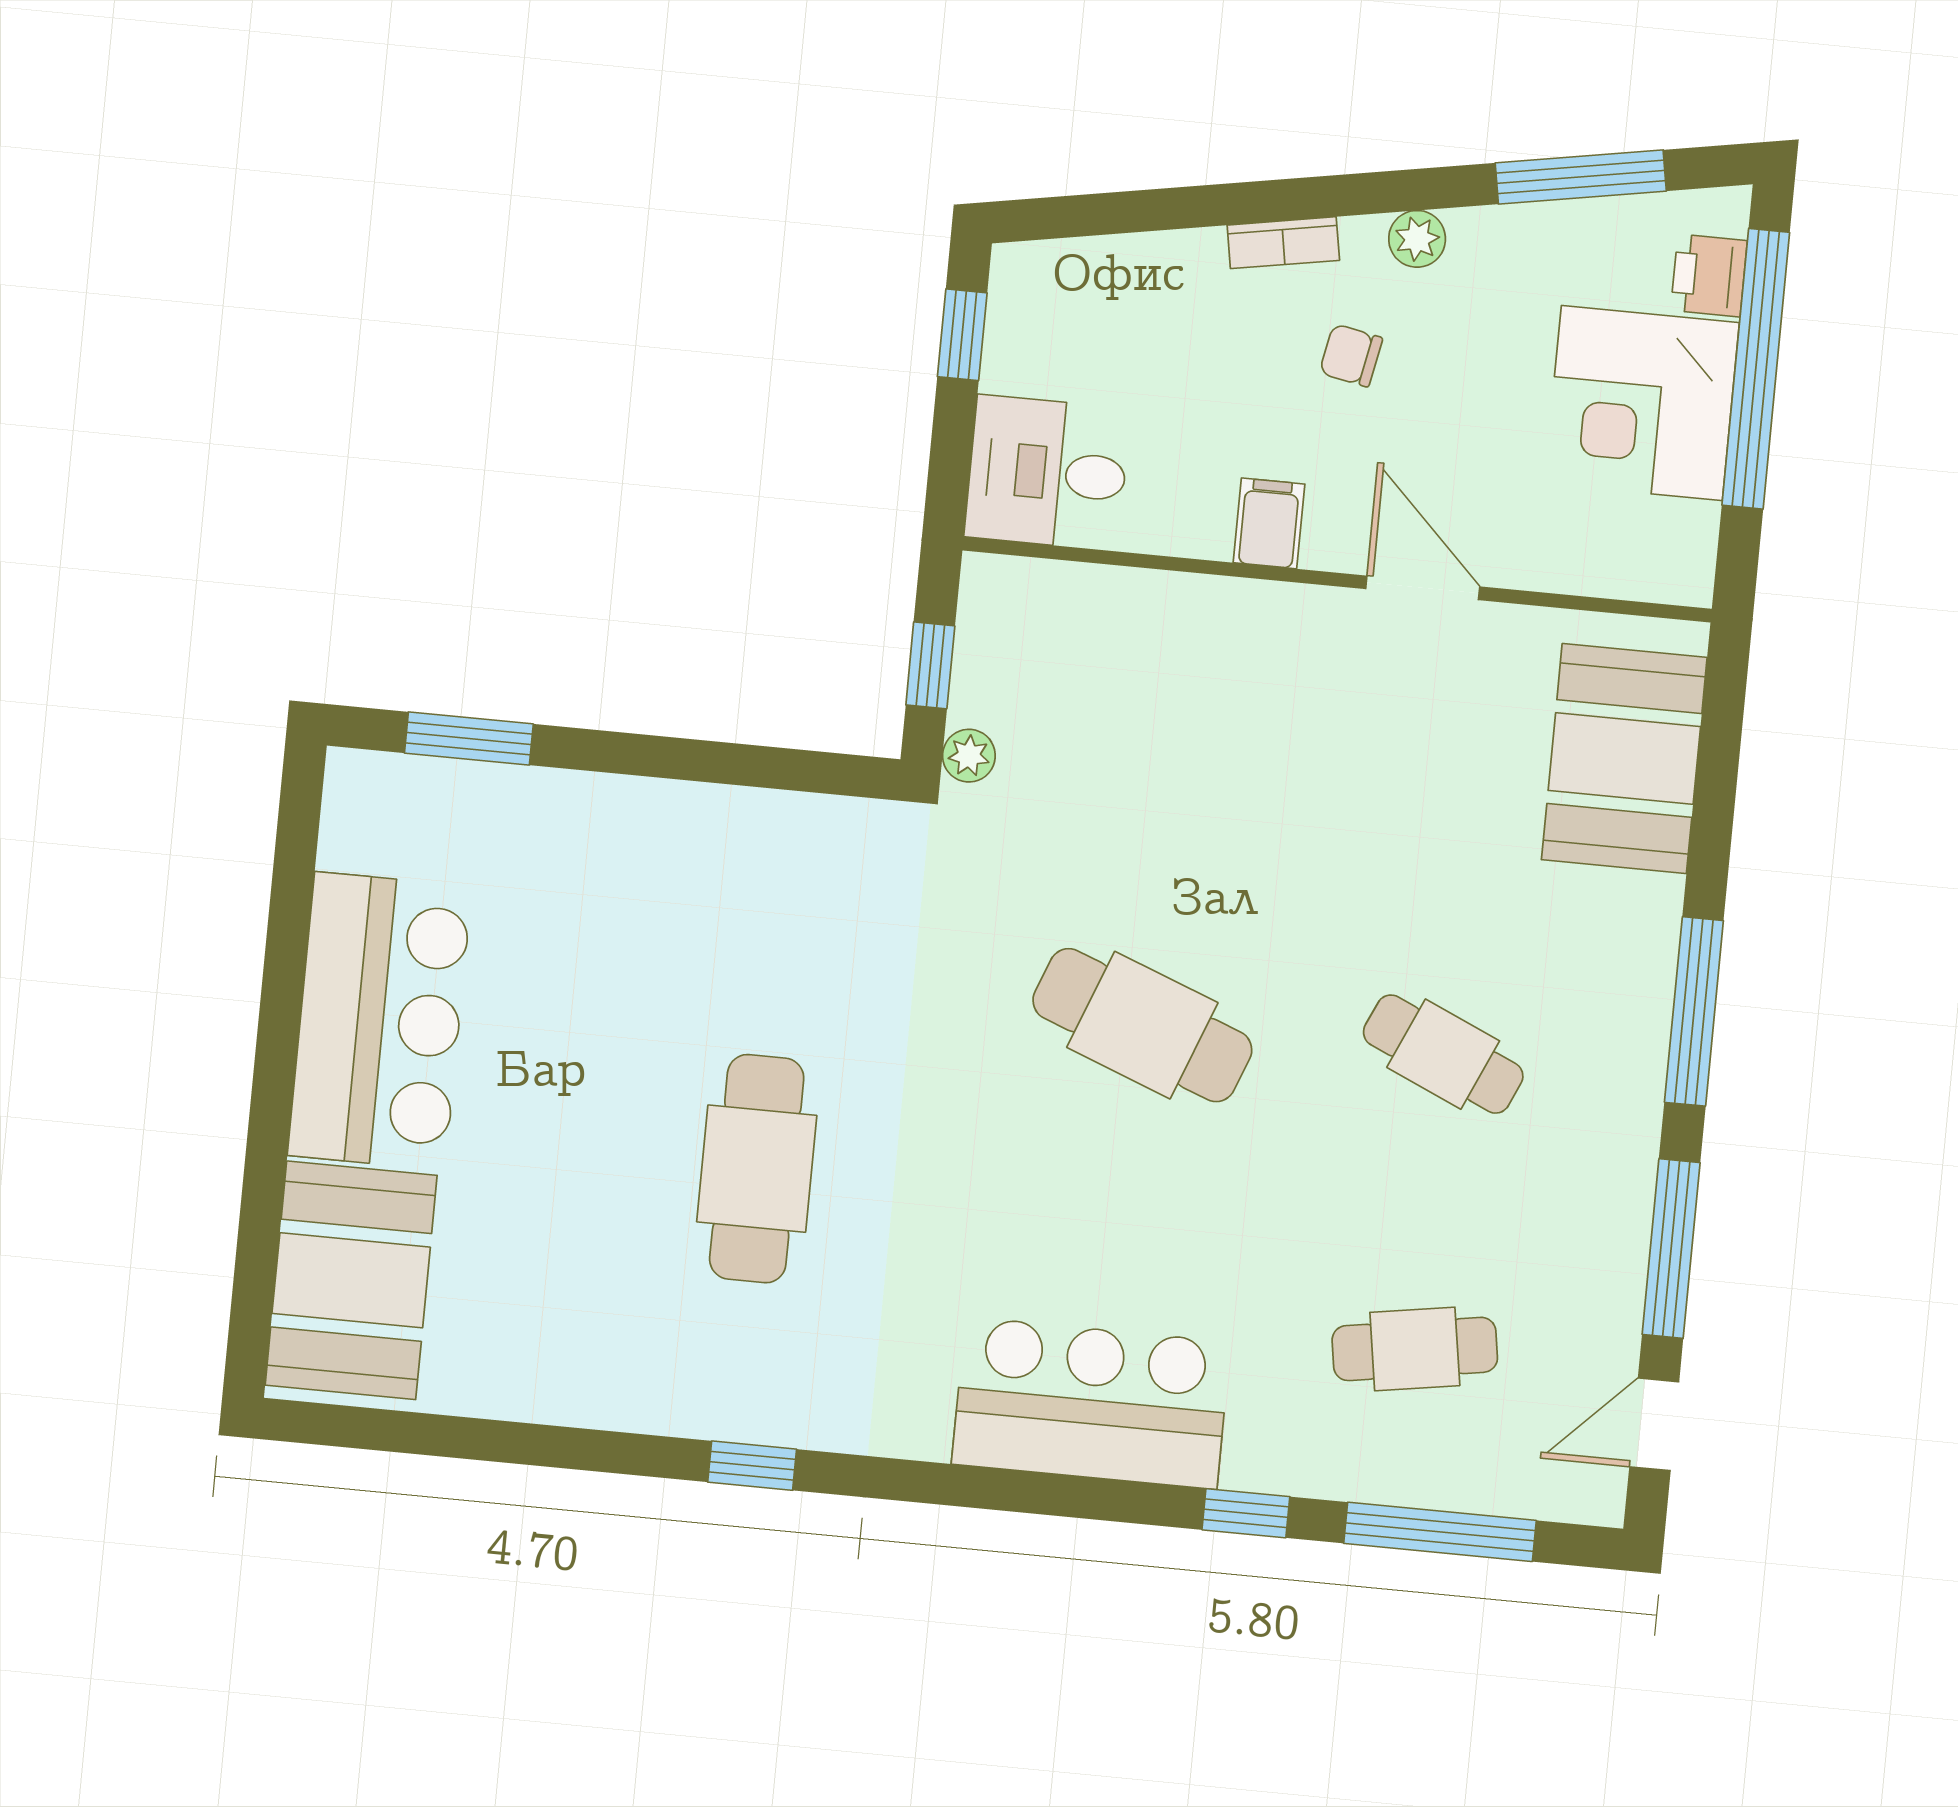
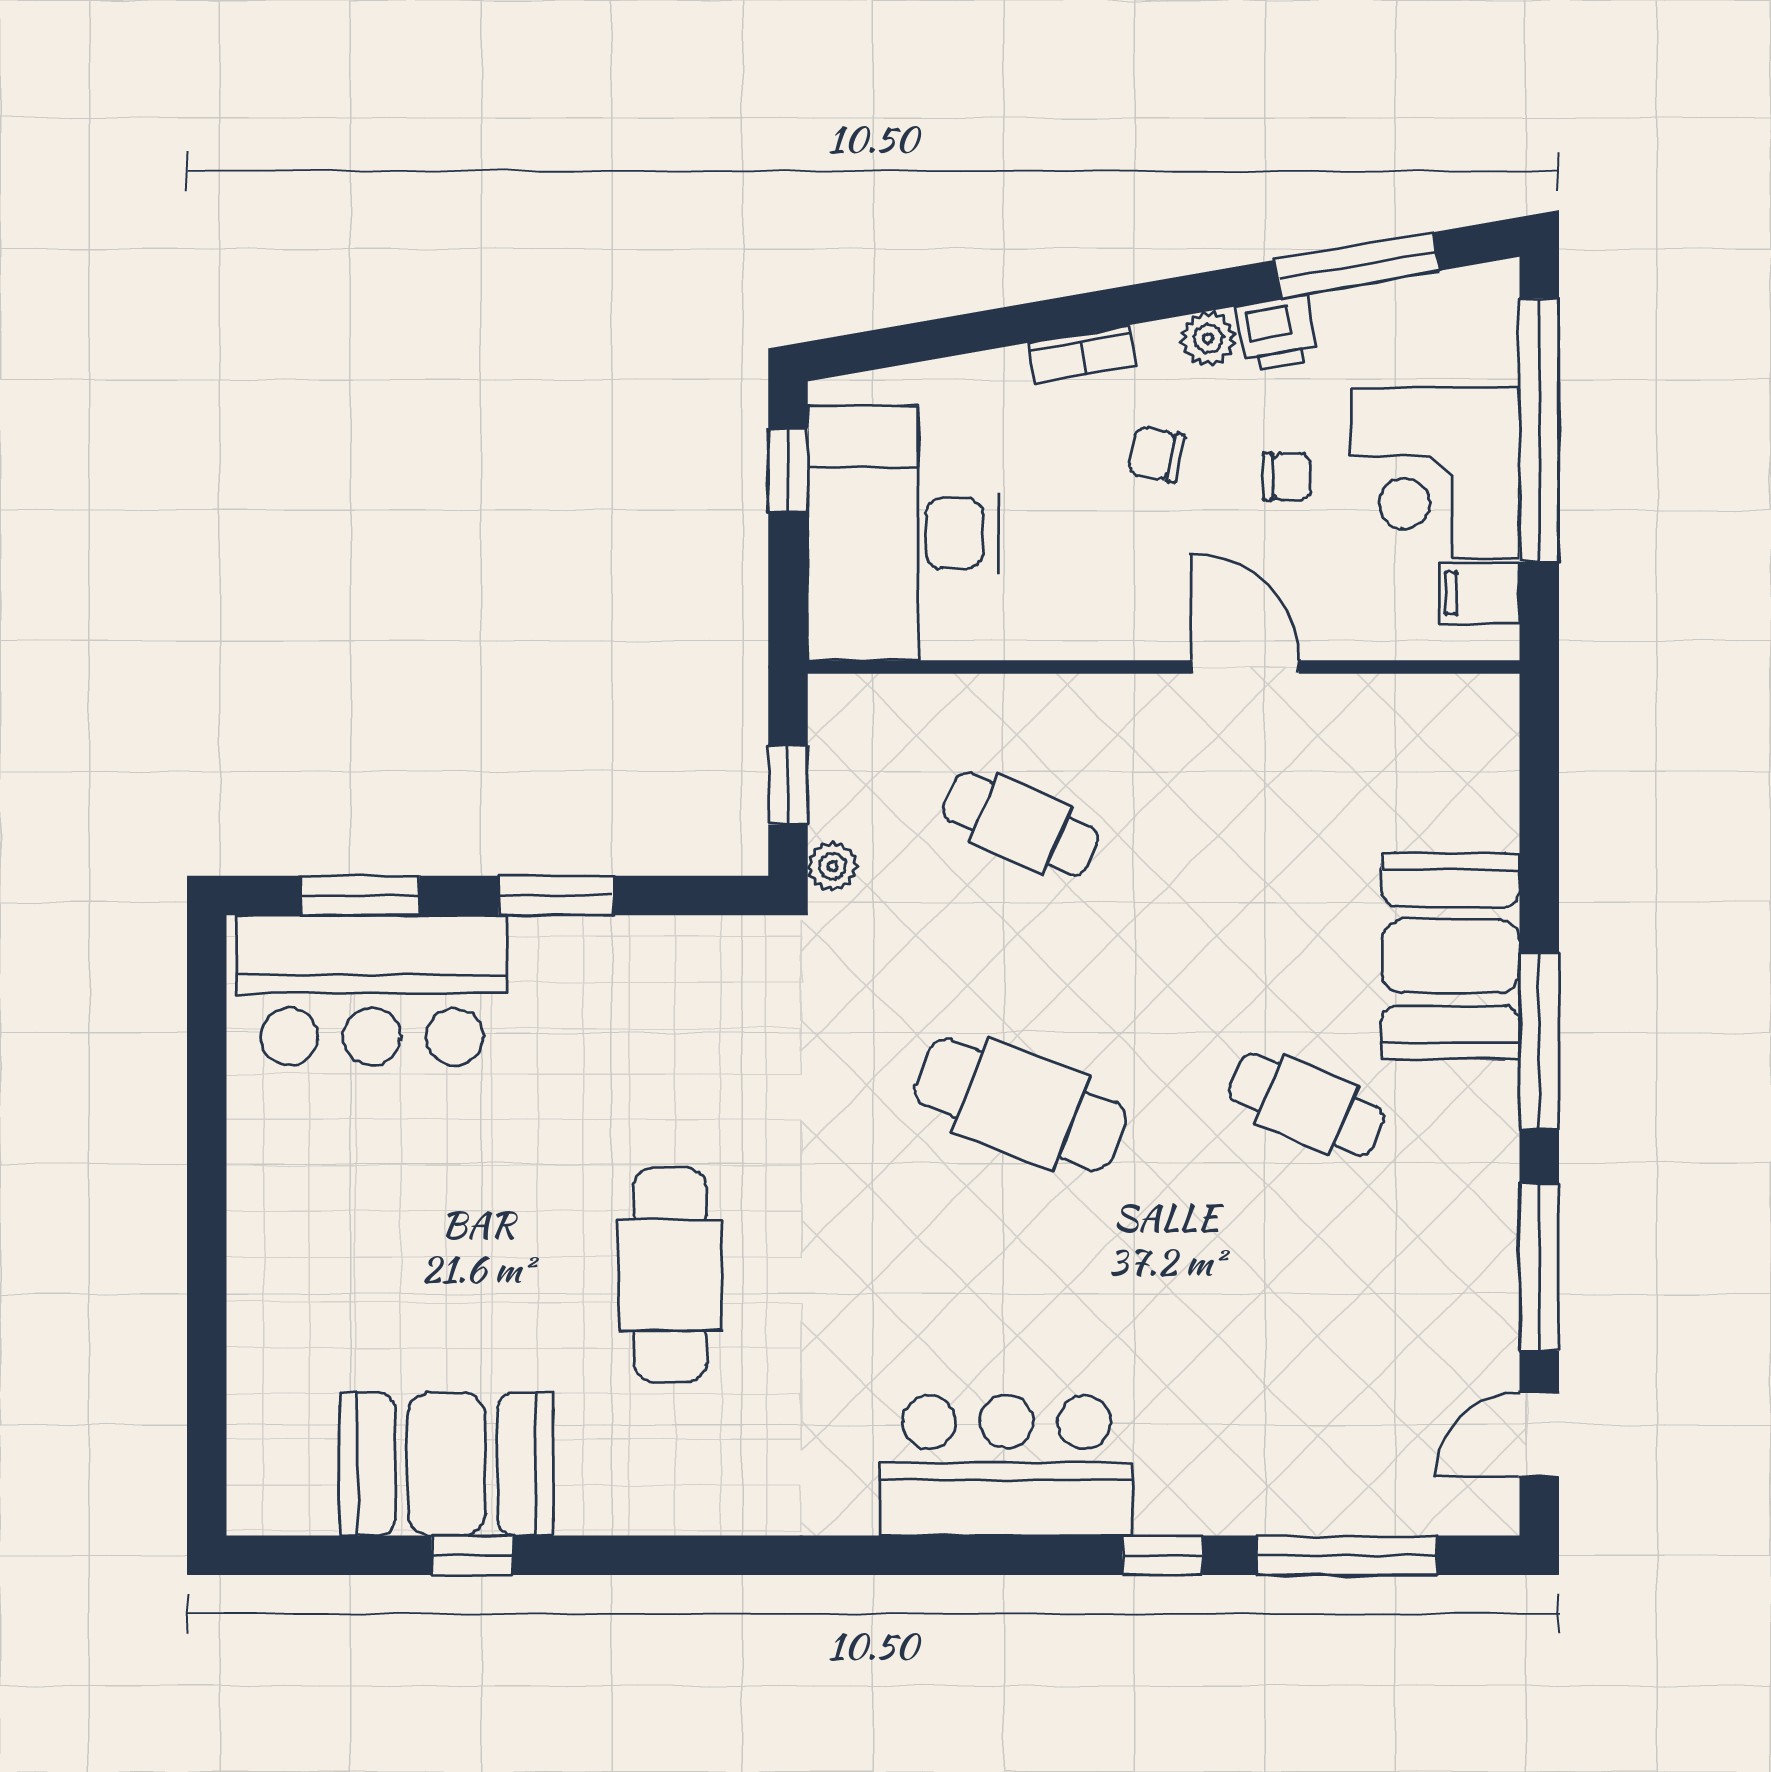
printer: (1709, 275) -> (1277, 333), moved, turned -100
chair: (1486, 392) -> (1287, 477), added
desk: (1047, 473) -> (903, 533), width x1.87, depth x1.30
filing cabinet: (1269, 523) -> (1479, 593), moved, turned -90
window: (676, 758) -> (556, 896), added
booth: (1624, 759) -> (1451, 956), moved
bar counter: (380, 1021) -> (372, 990), moved, turned 90
booth: (351, 1280) -> (446, 1464), moved, turned 90
cafe table: (1415, 1349) -> (1021, 824), moved, turned 33
window: (752, 1466) -> (472, 1555), moved

